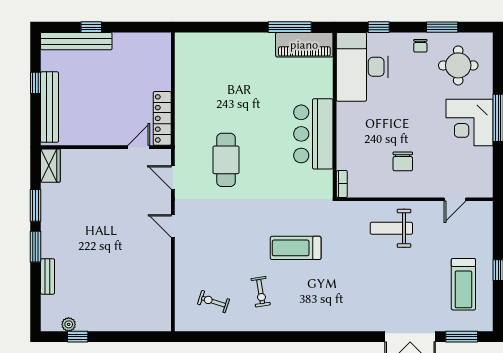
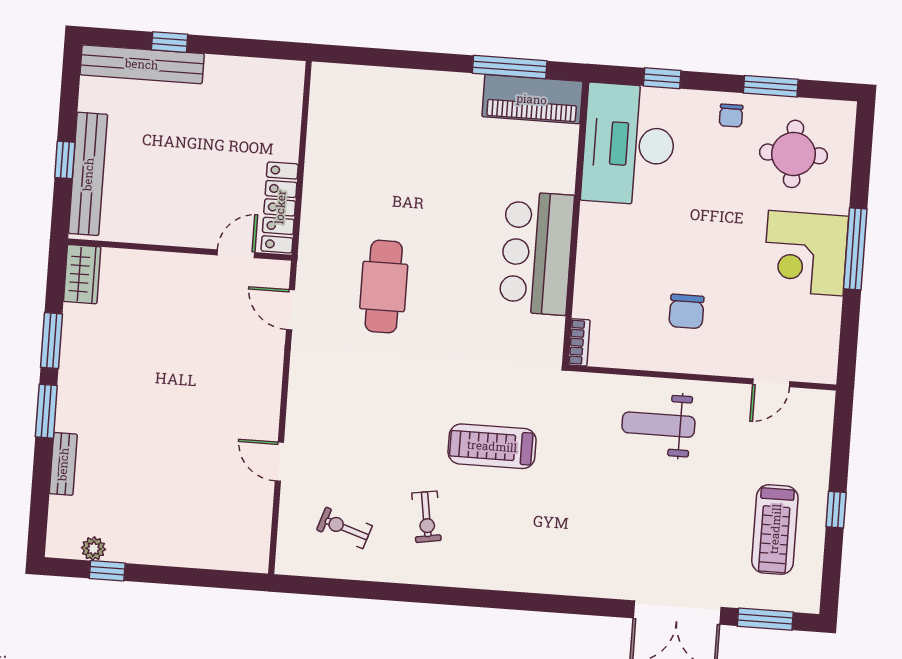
window: (35, 83) -> (65, 160), moved
door: (173, 226) -> (279, 462), moved

